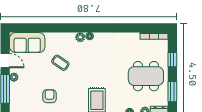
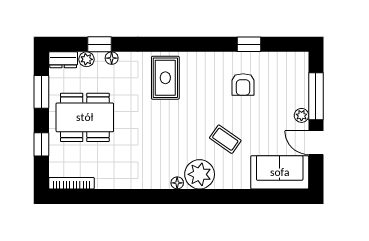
plant: (80, 37) -> (200, 174), width x1.87, depth x1.87

